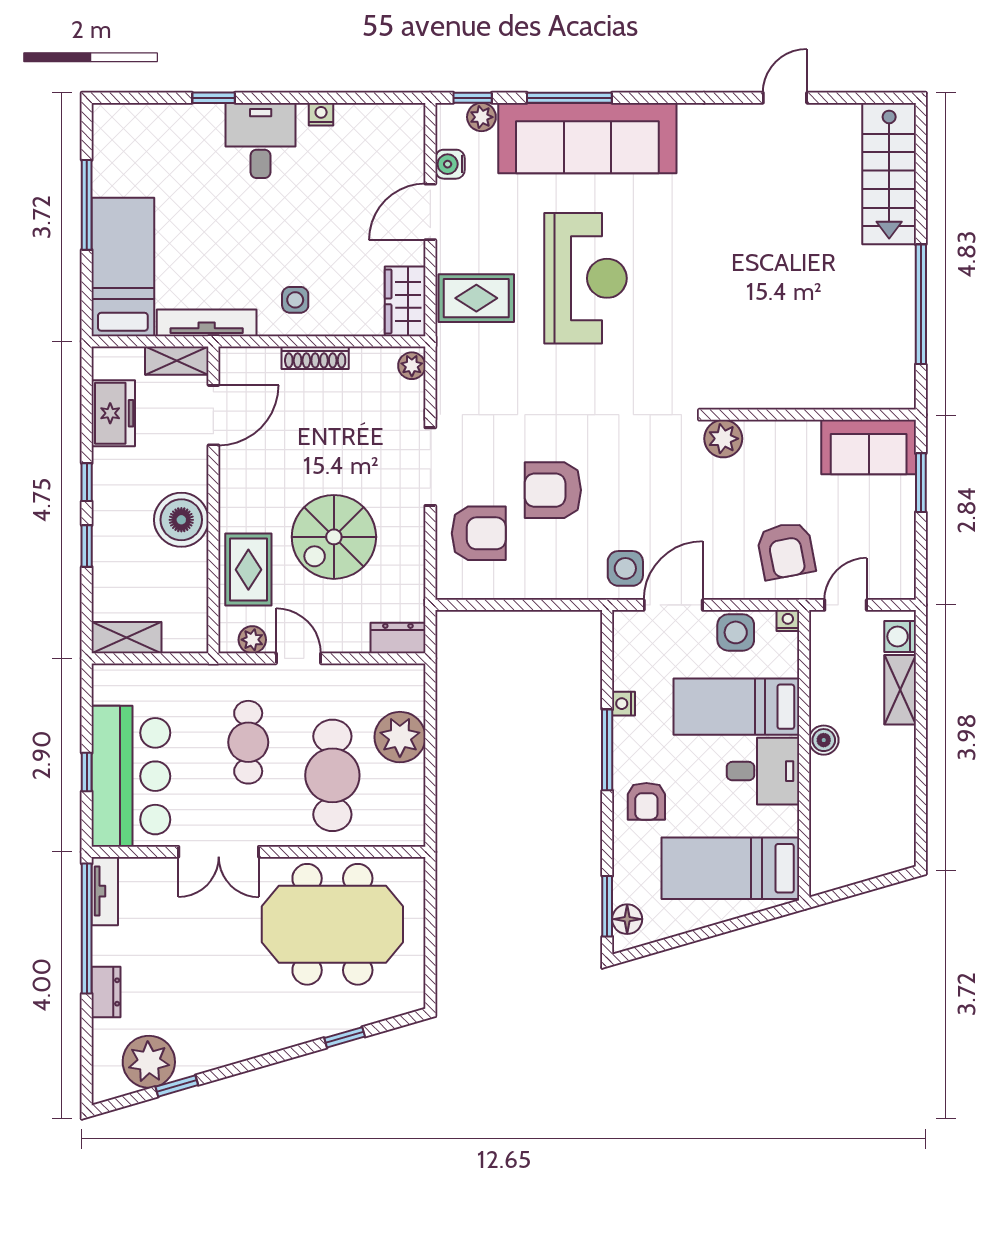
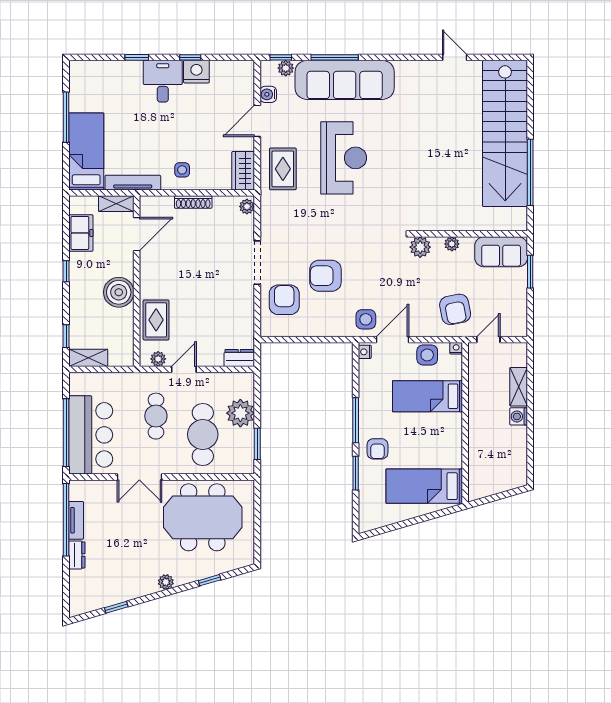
window: (310, 98) -> (190, 57), added
door: (785, 98) -> (455, 57), hinge flipped
nightstand: (321, 114) -> (196, 72), width x1.89, depth x1.79
stairs: (889, 174) -> (505, 133), width x1.86, depth x1.51
rug: (476, 298) -> (283, 169), turned 90
plant: (780, 433) -> (452, 244), added
armchair: (479, 533) -> (284, 300), turned -90
spiral stairs: (334, 537) -> (204, 302), removed
window: (87, 546) -> (66, 336), moved
washing machine: (900, 636) -> (519, 416), moved
door: (299, 658) -> (184, 369), hinge flipped
nightstand: (624, 704) -> (365, 352), moved
boiler: (824, 740) -> (476, 415), removed
desk: (763, 771) -> (442, 432), removed
window: (87, 772) -> (66, 433), width x3.17
window: (430, 792) -> (257, 444), added
tv unit: (105, 891) -> (76, 520), moved
window: (607, 906) -> (356, 473), moved
floor lamp: (627, 919) -> (367, 514), removed
plant: (149, 1062) -> (166, 582), moved, width x0.53, depth x0.53

